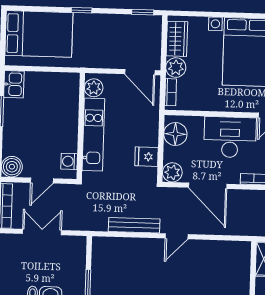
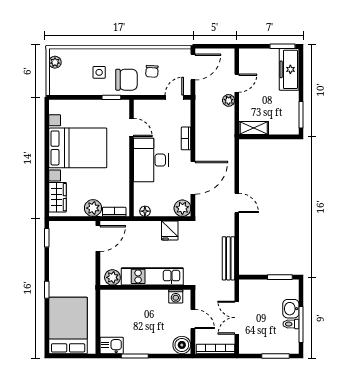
wardrobe: (177, 39) -> (58, 197), moved, turned 90
floor lamp: (175, 134) -> (145, 211), width x0.53, depth x0.53
bench: (134, 225) -> (228, 258), moved

